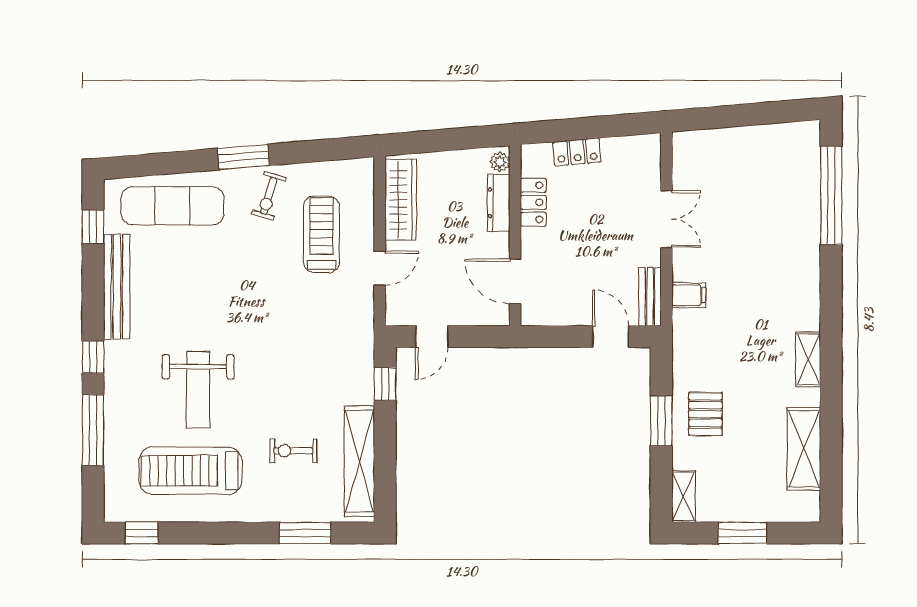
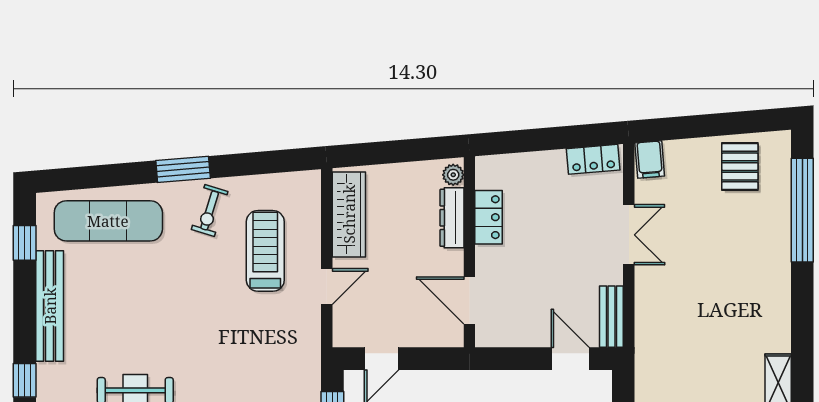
locker: (577, 152) -> (593, 159), moved
pallet: (772, 154) -> (740, 167), added
filing cabinet: (689, 295) -> (650, 159), moved, turned 85

